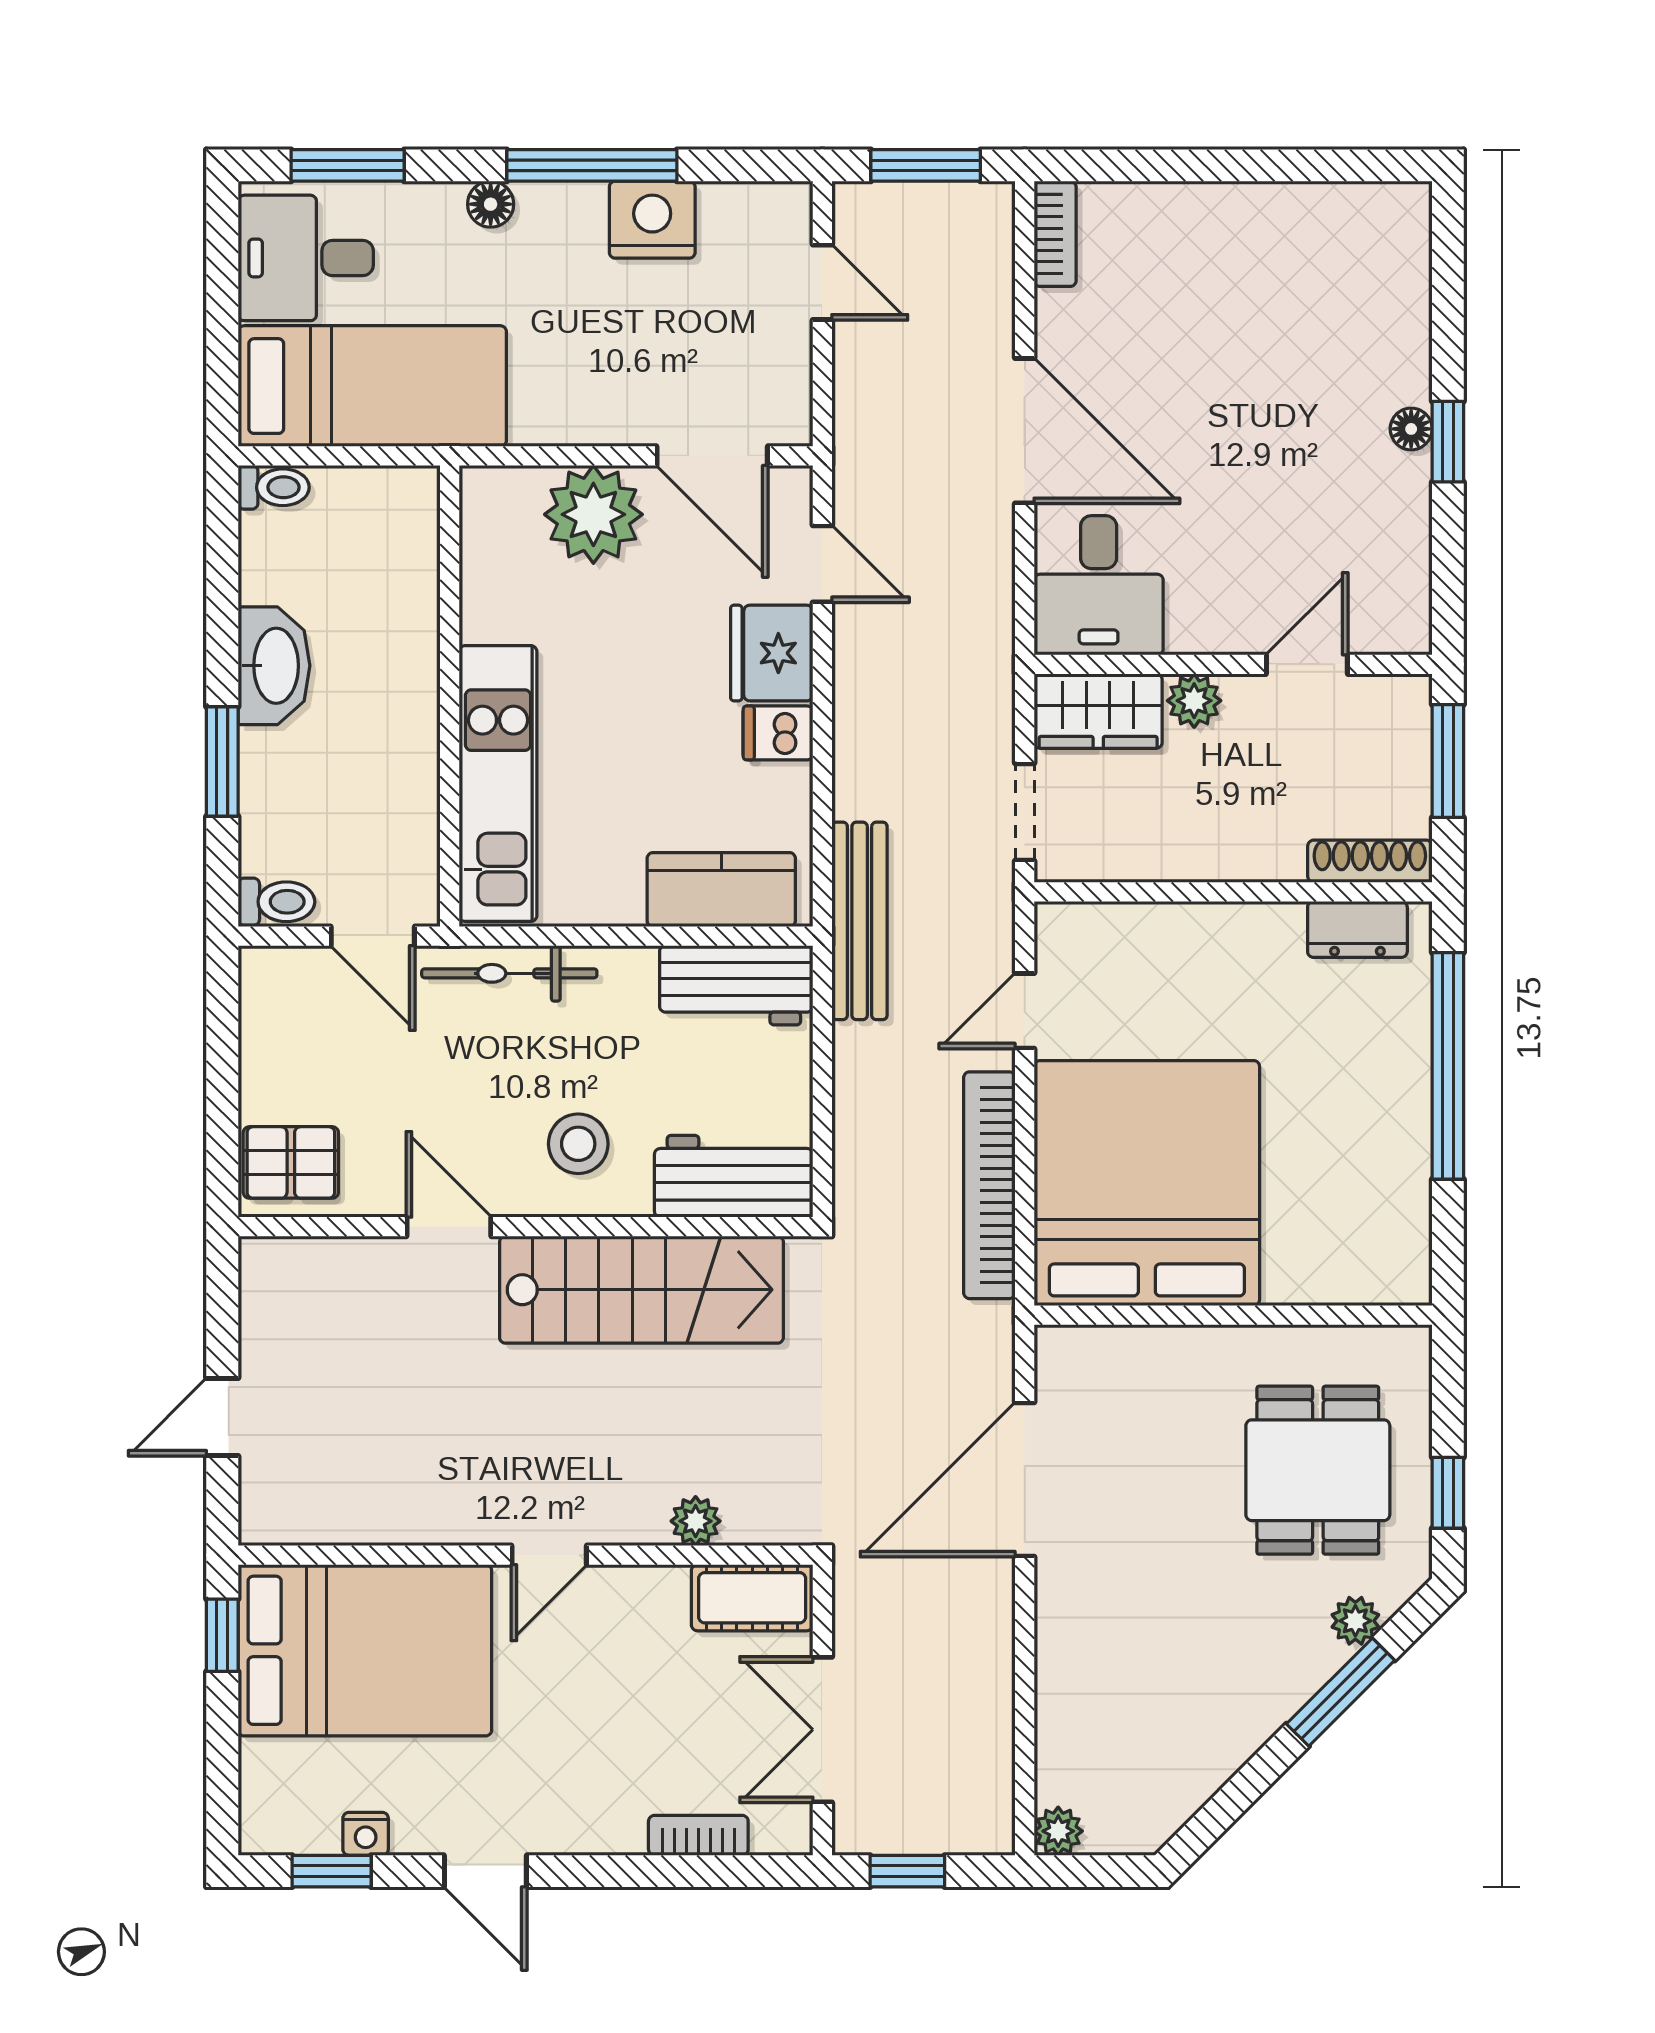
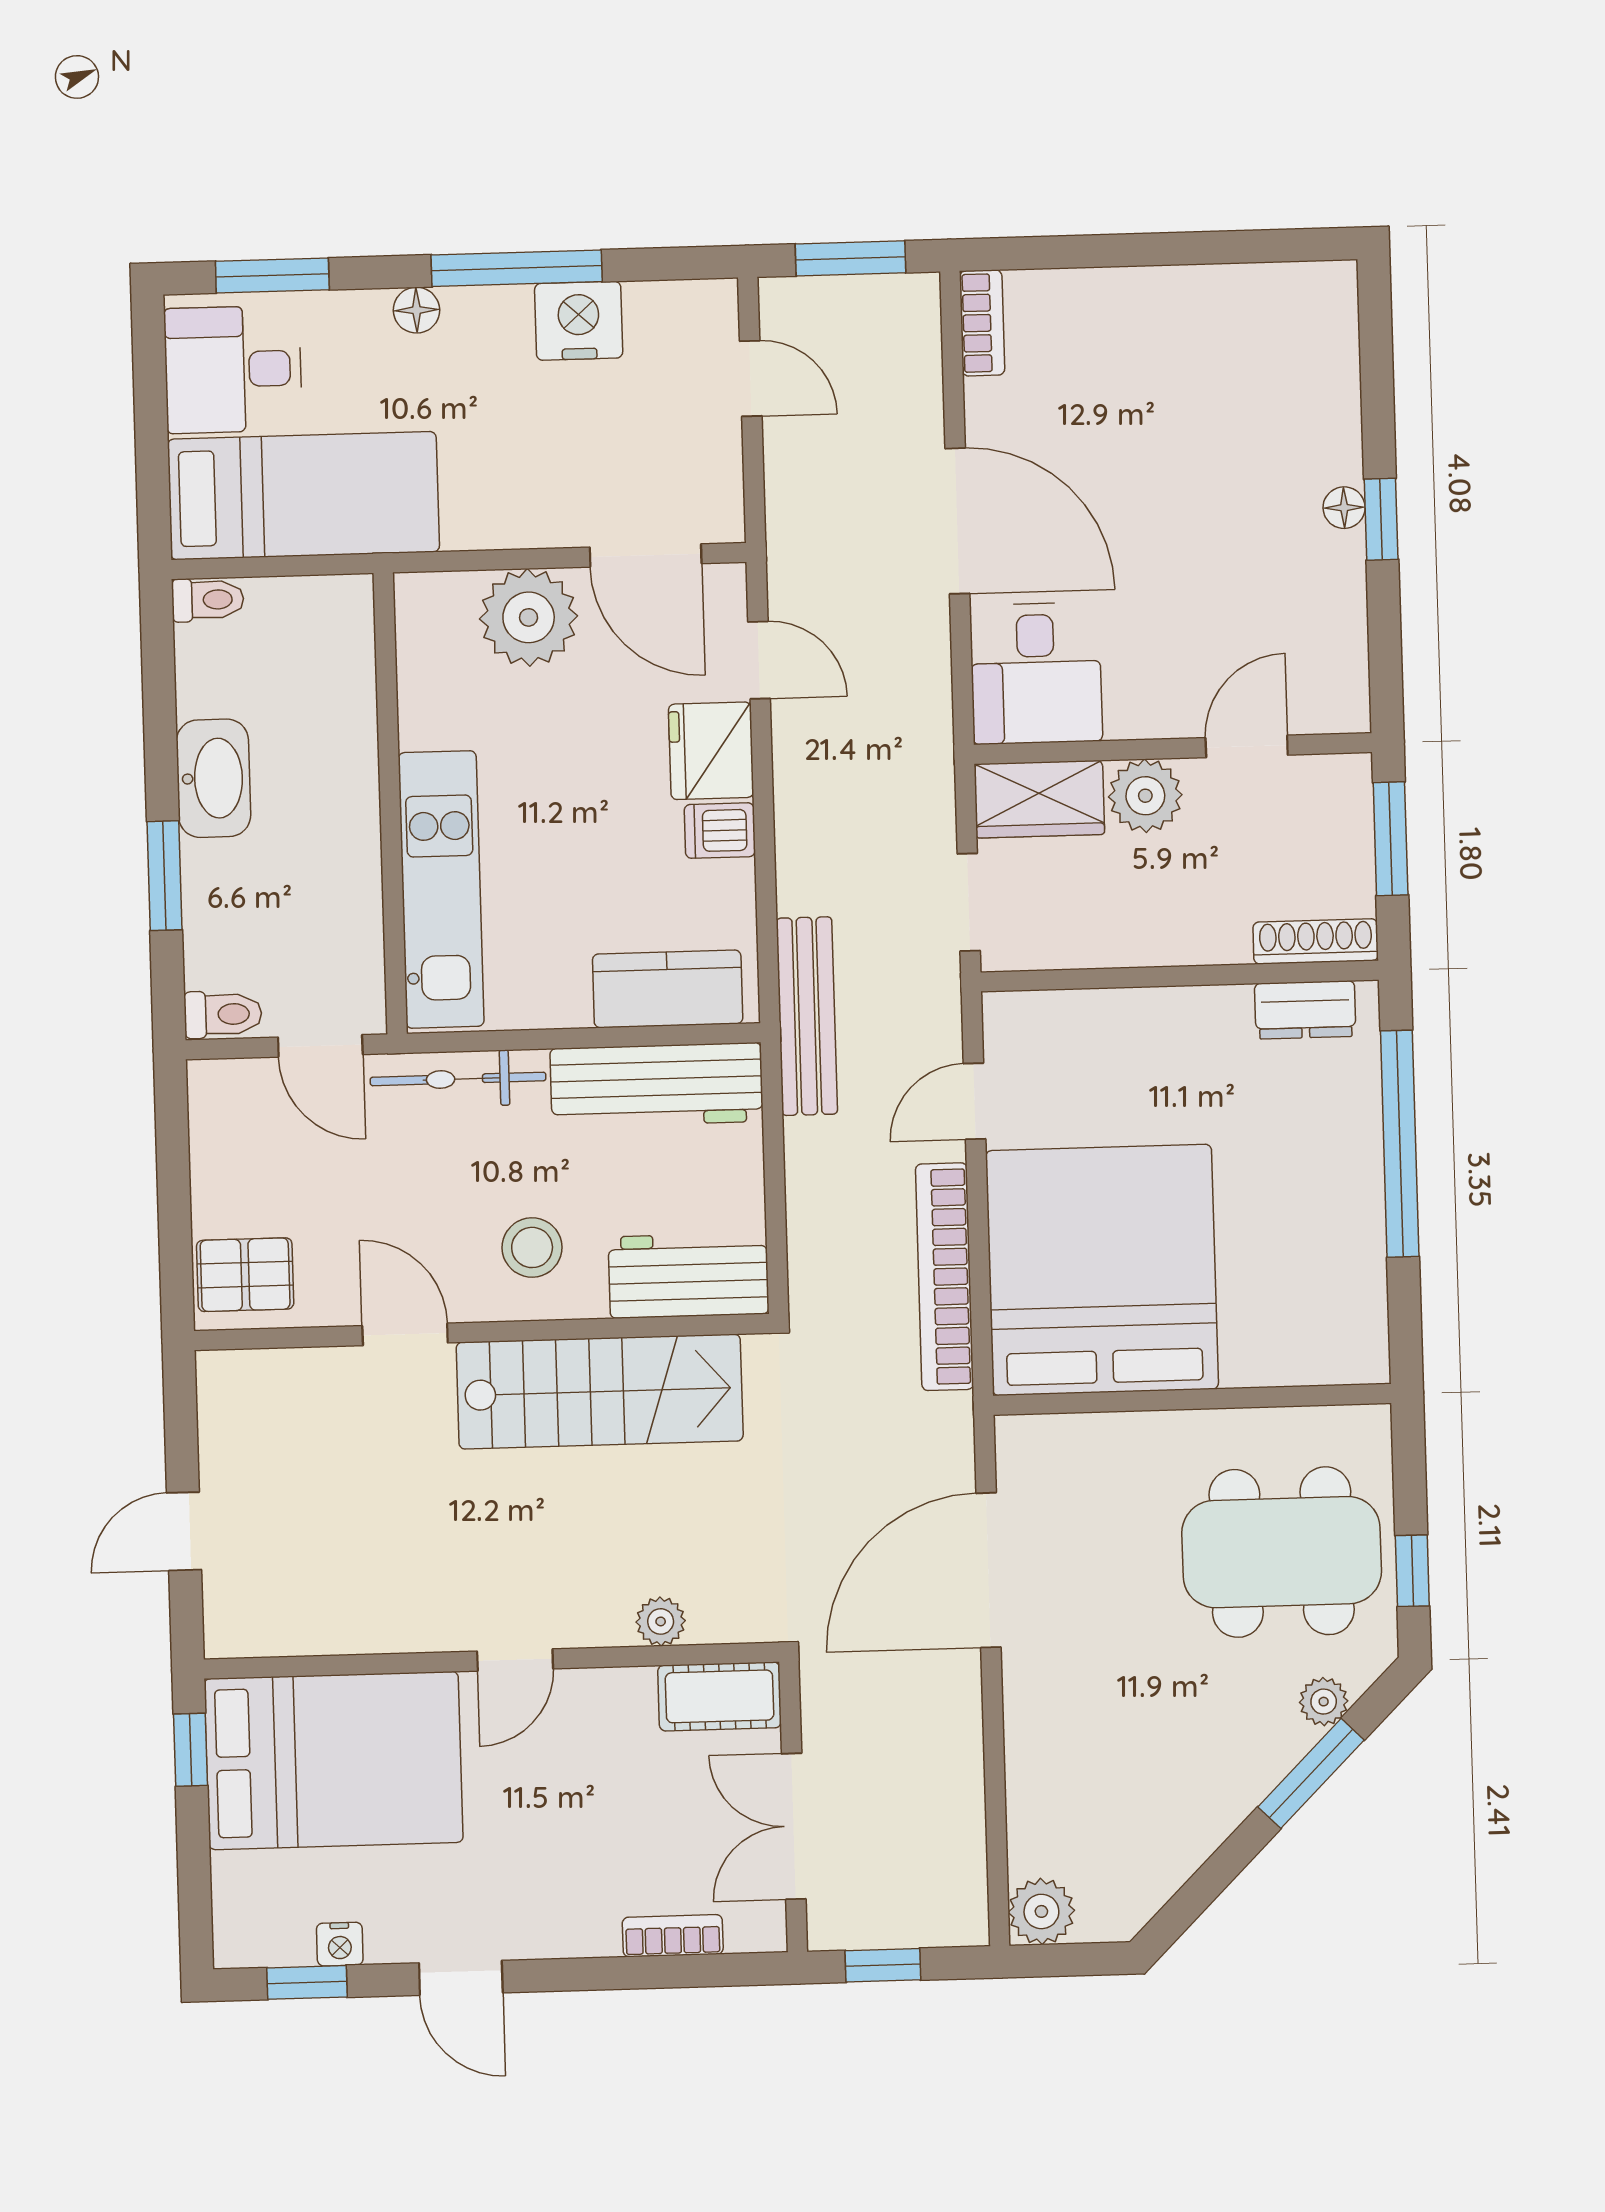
plant: (1194, 701) -> (1145, 796), width x1.38, depth x1.38
workbench: (736, 985) -> (657, 1085), width x1.37
dining table: (1318, 1470) -> (1282, 1552), width x1.38
plant: (1058, 1831) -> (1041, 1911), width x1.38, depth x1.38

